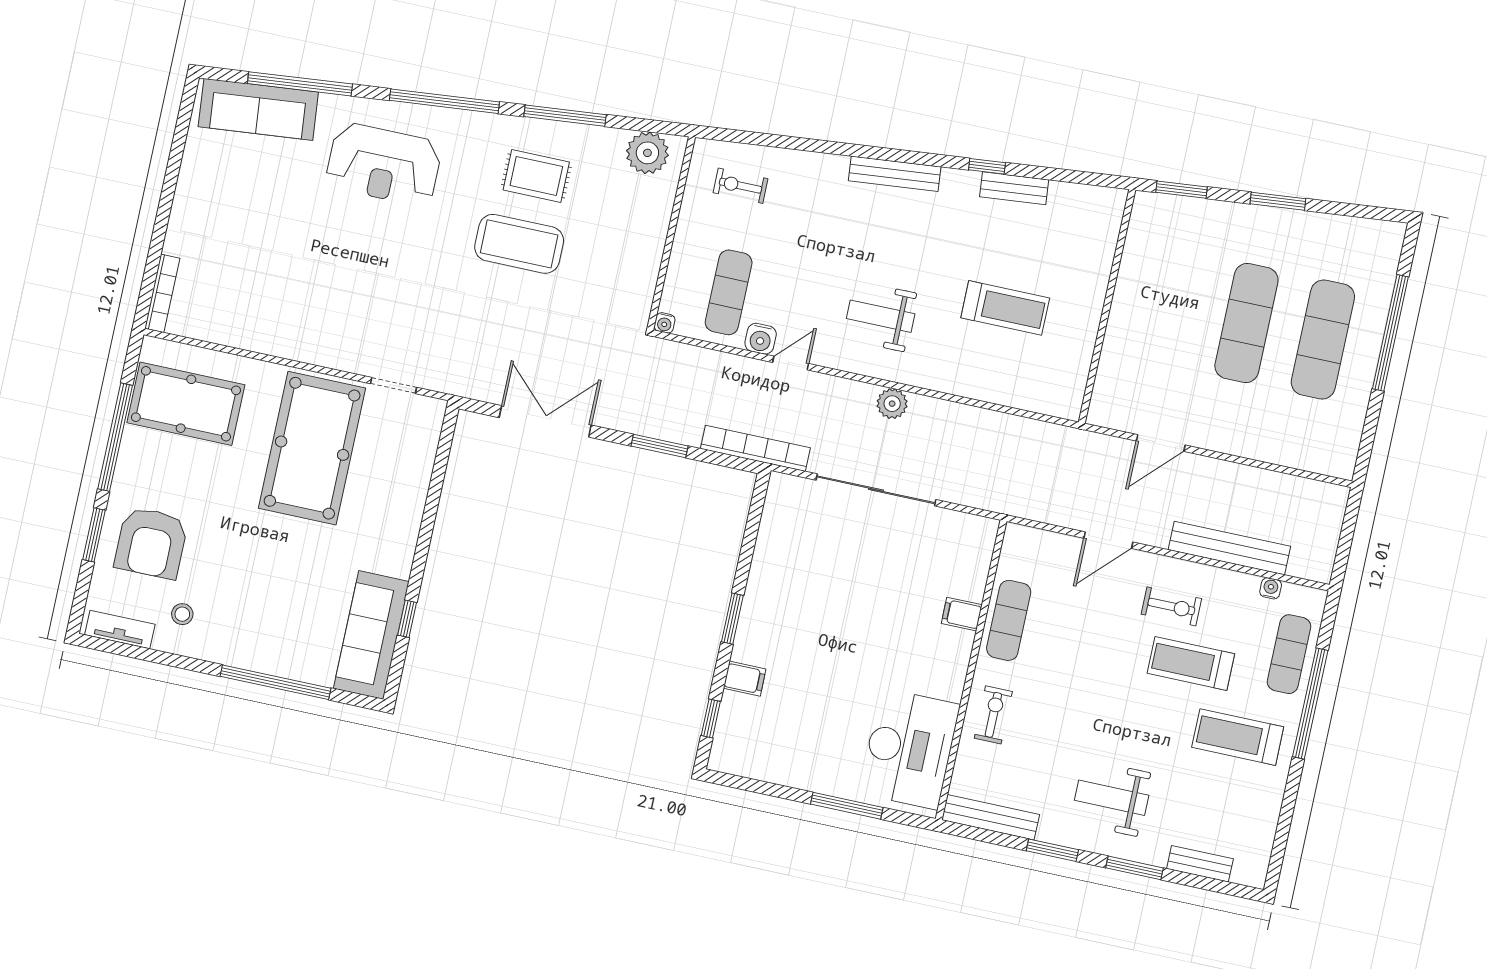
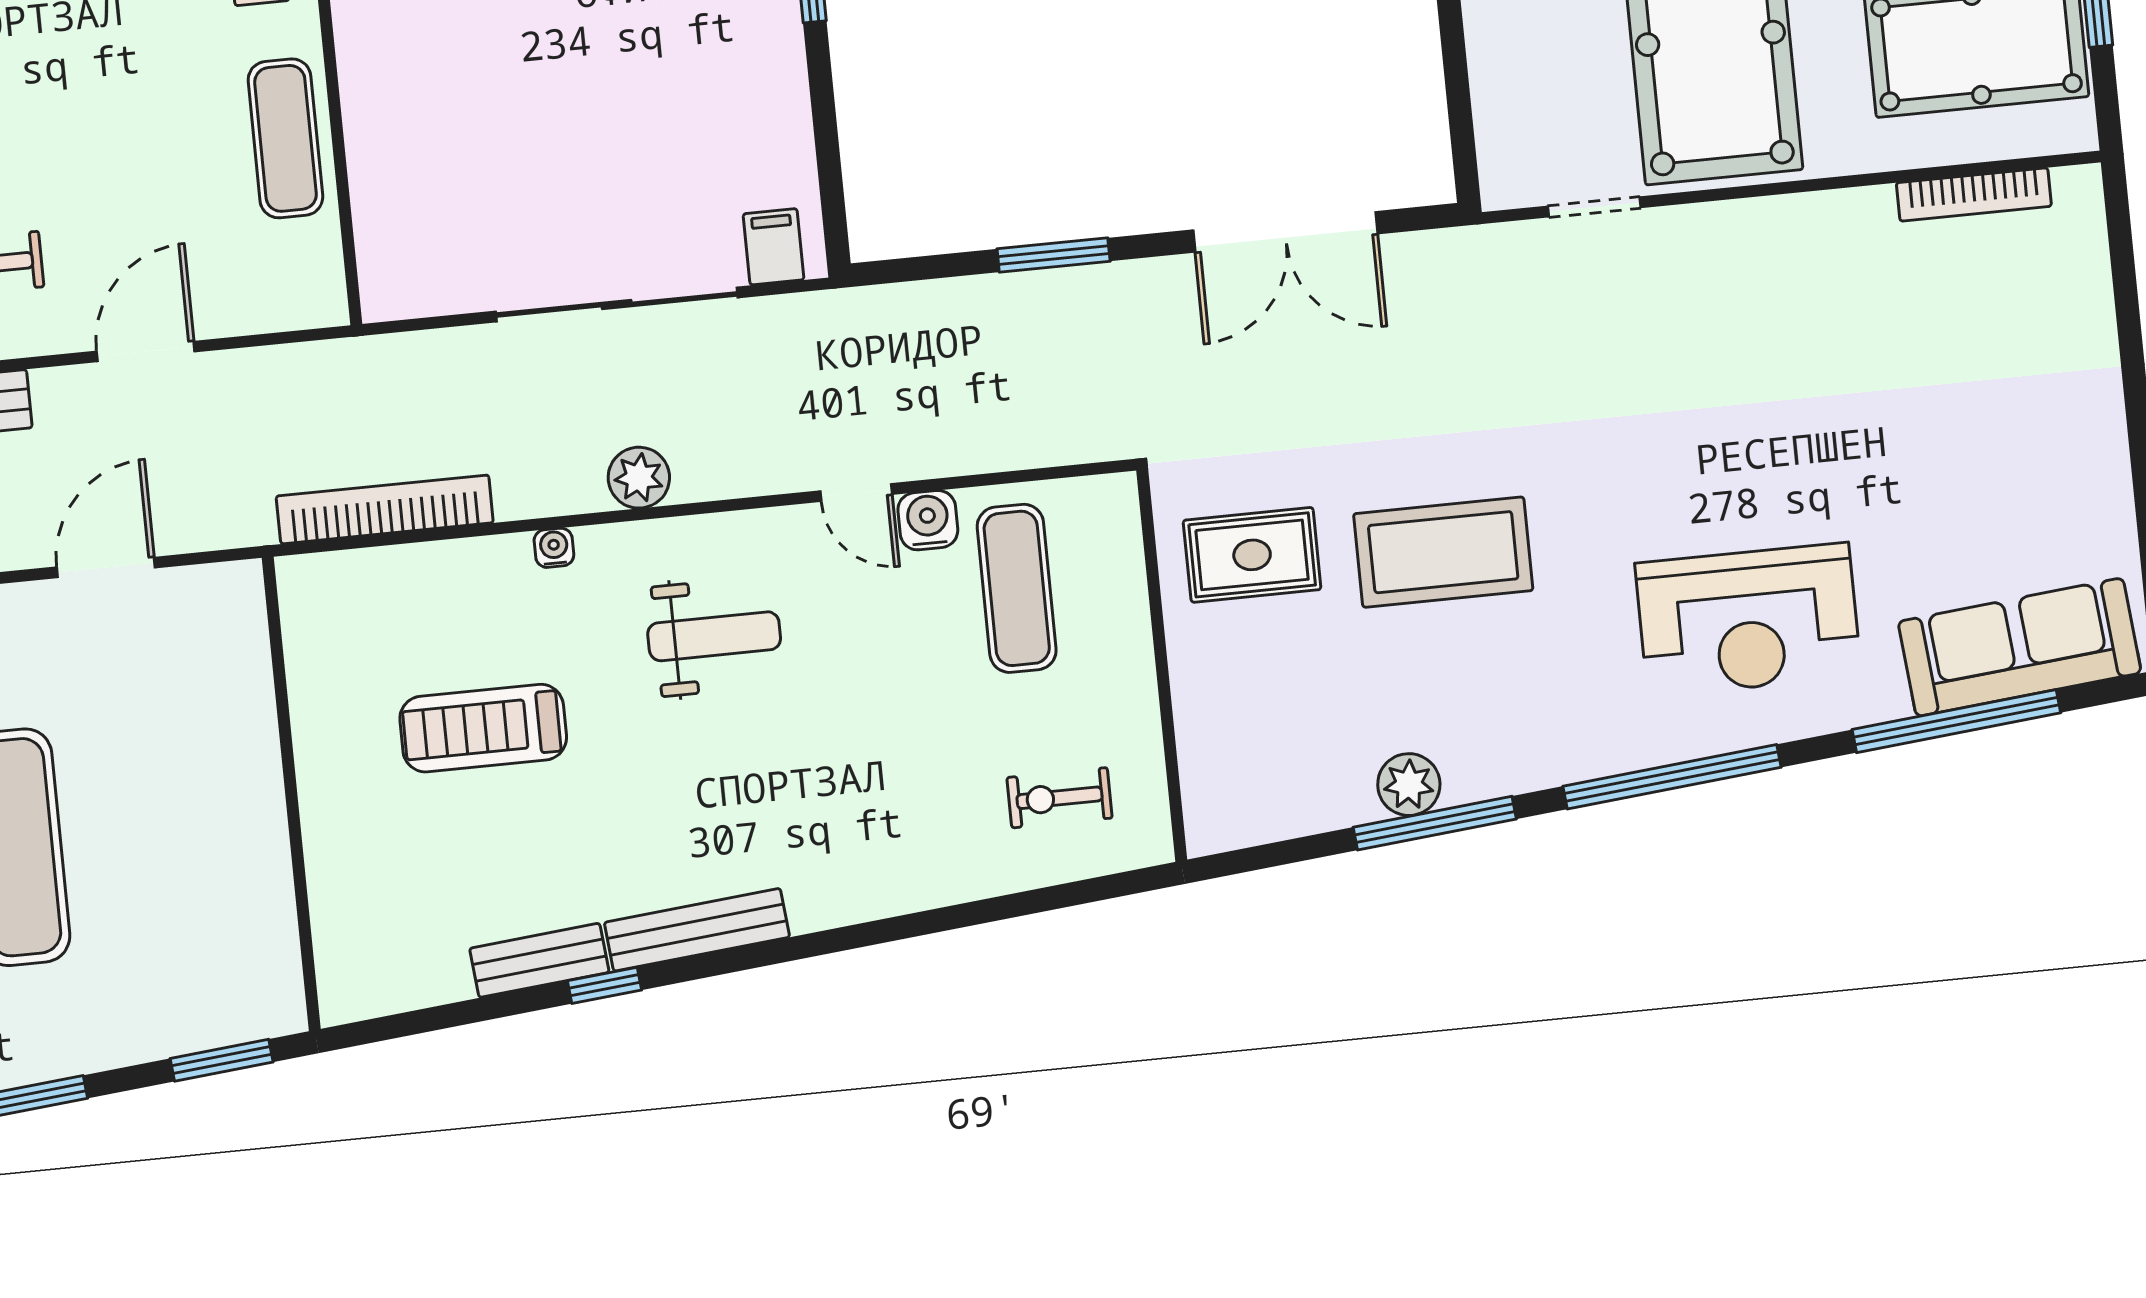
plant: (647, 153) -> (1409, 785), moved, width x0.73, depth x0.73
reception desk: (384, 164) -> (1748, 620), turned 180
bench: (895, 174) -> (697, 930), moved
rug: (536, 176) -> (1252, 555), moved
exercise bike: (740, 186) -> (1059, 798), turned 180
bookcase: (162, 293) -> (1974, 194), moved, turned -90
water cooler: (665, 323) -> (554, 548), moved
door: (791, 363) -> (856, 493), hinge flipped
bookcase: (755, 448) -> (385, 509), moved, turned 180
filing cabinet: (962, 614) -> (774, 247), moved, turned -90

